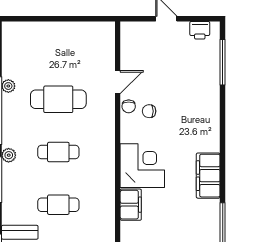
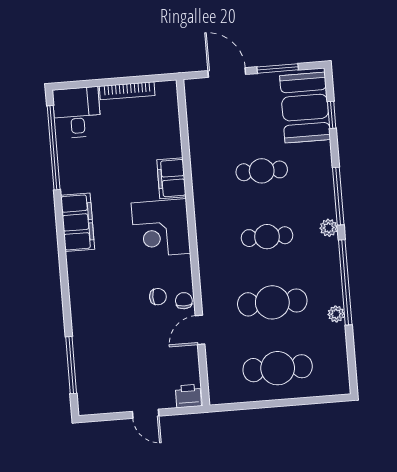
printer: (200, 30) -> (188, 396), moved
cafe table: (58, 47) -> (278, 368), added

